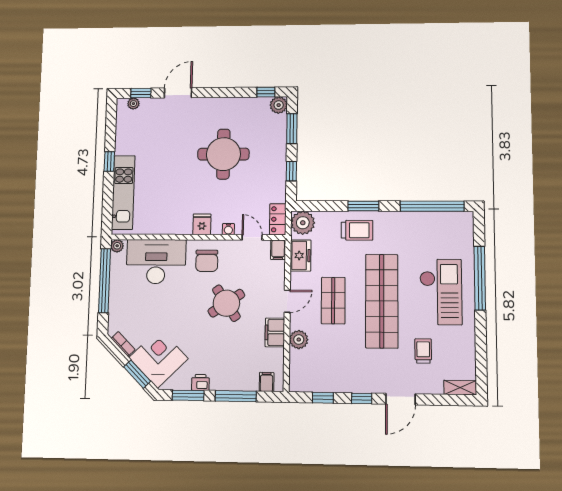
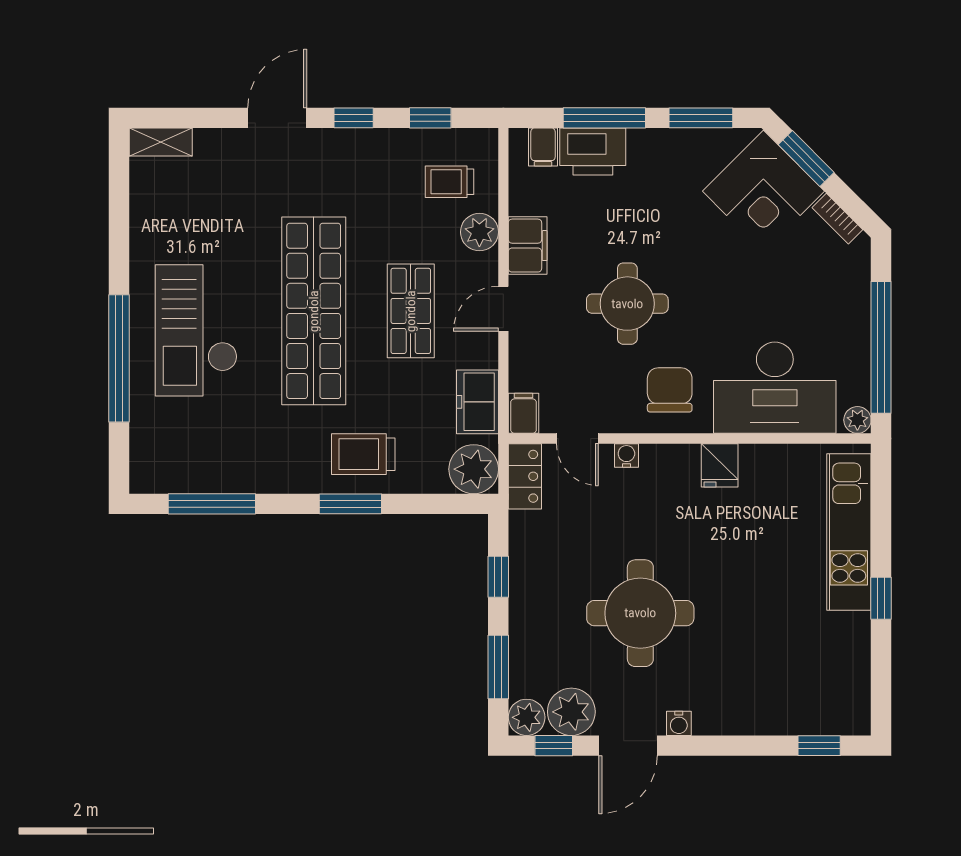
door: (178, 93) -> (628, 746), moved
water cooler: (206, 103) -> (679, 723), added
plant: (133, 104) -> (571, 712), moved, width x1.88, depth x1.88
window: (432, 206) -> (212, 504), width x0.68
fridge: (202, 224) -> (720, 465), moved
round table: (226, 303) -> (627, 304), turned 34
trolley: (423, 351) -> (449, 182), moved, turned 90
printer: (200, 382) -> (593, 152), moved, width x1.87, depth x1.48

